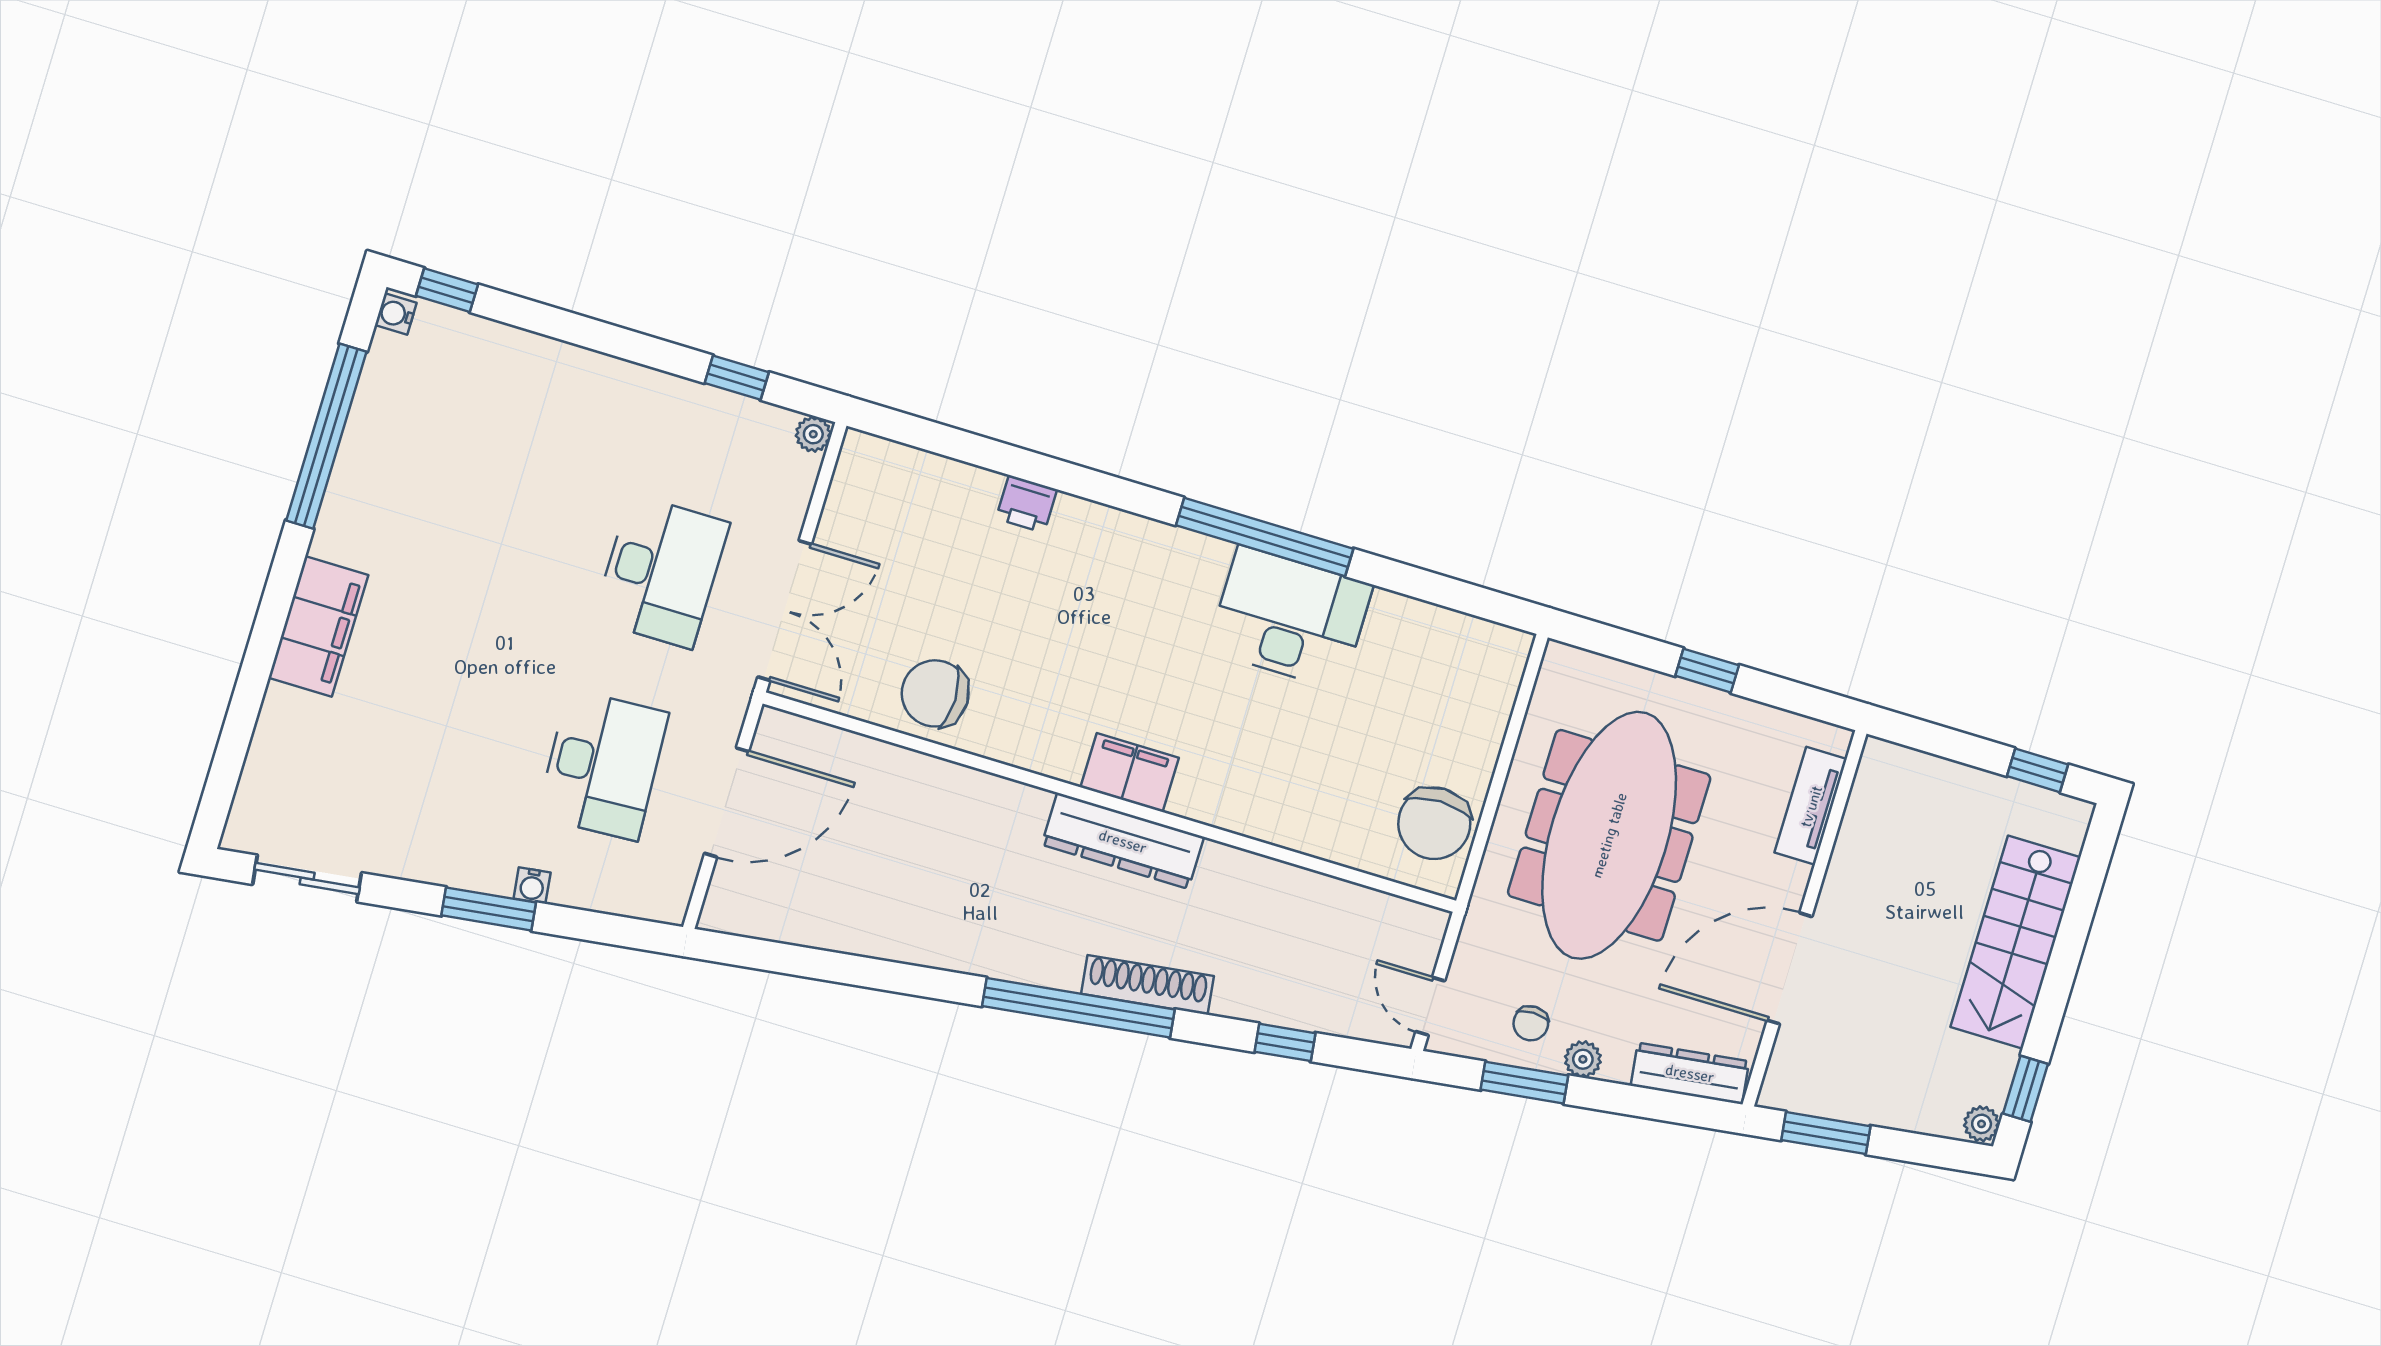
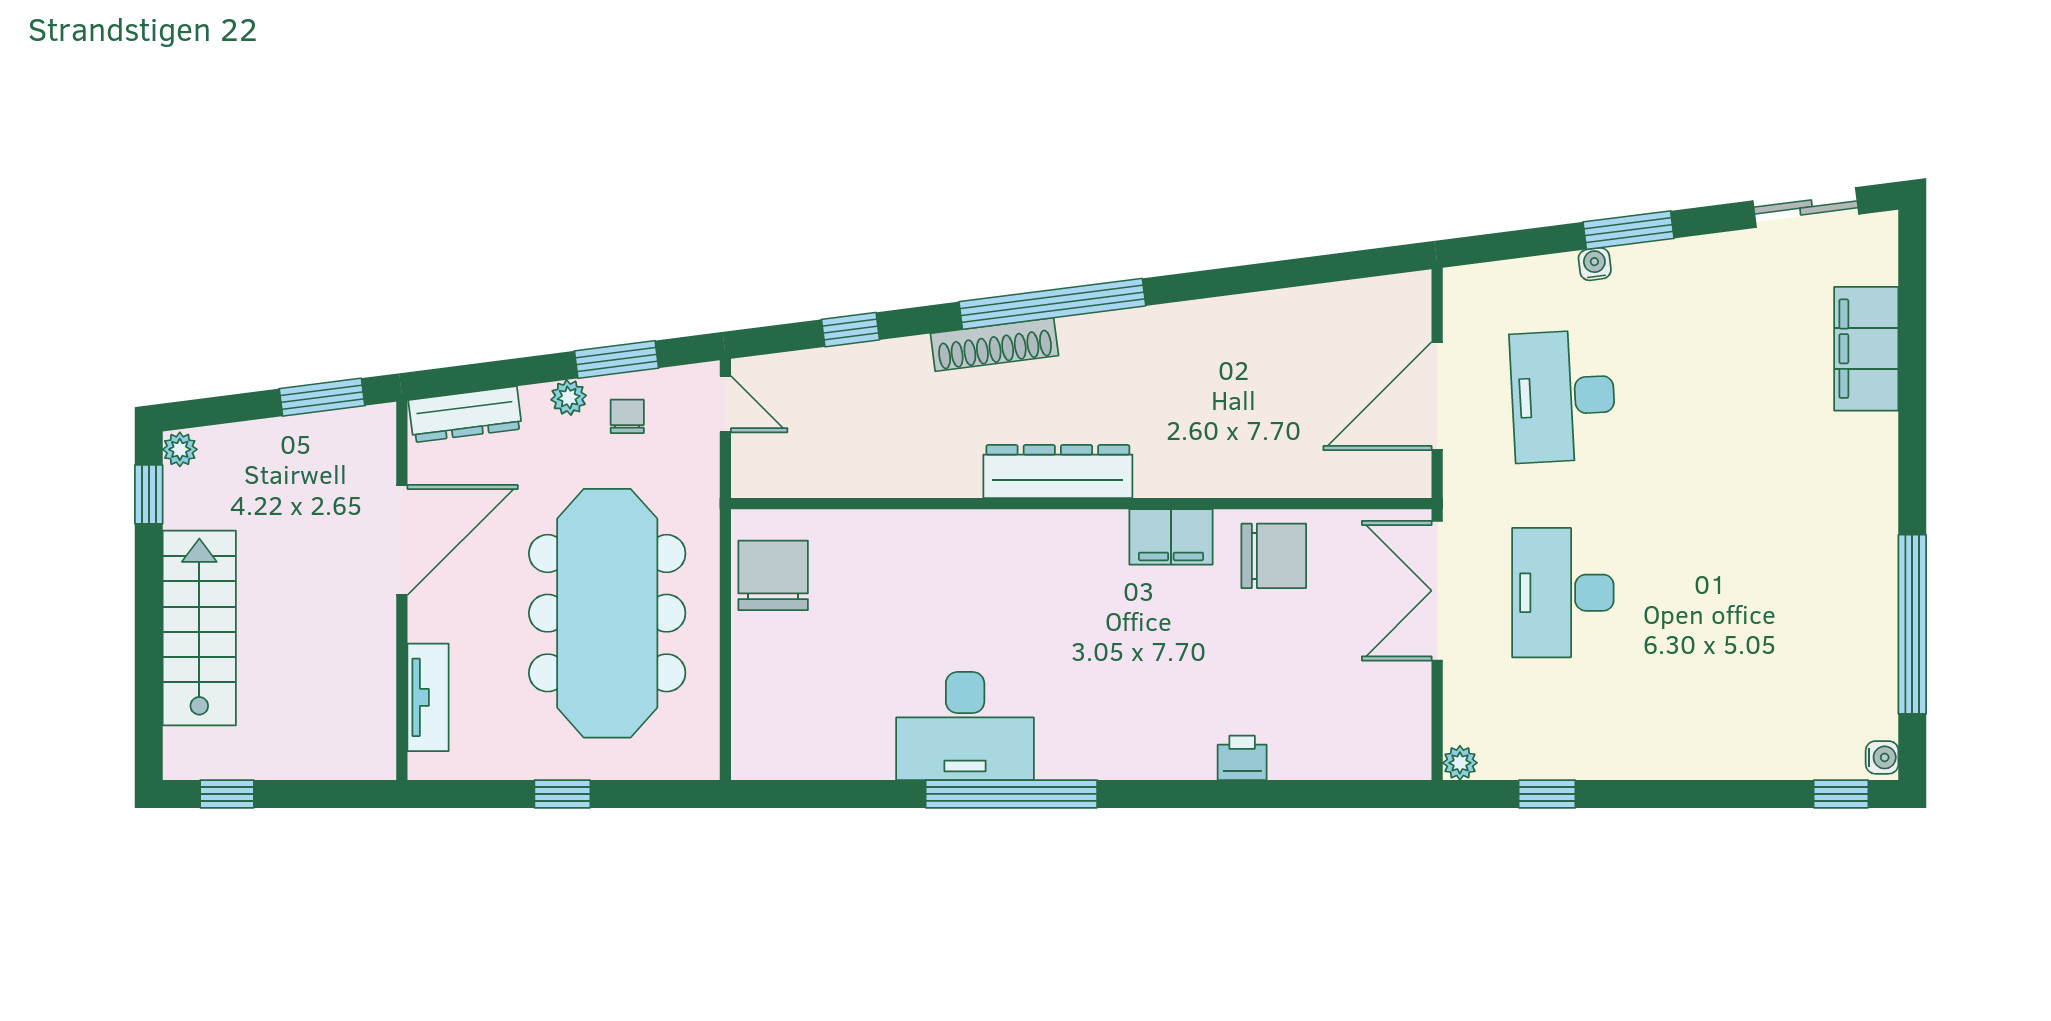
filing cabinet: (318, 626) -> (1866, 349), moved
filing cabinet: (1130, 773) -> (1171, 537), moved

